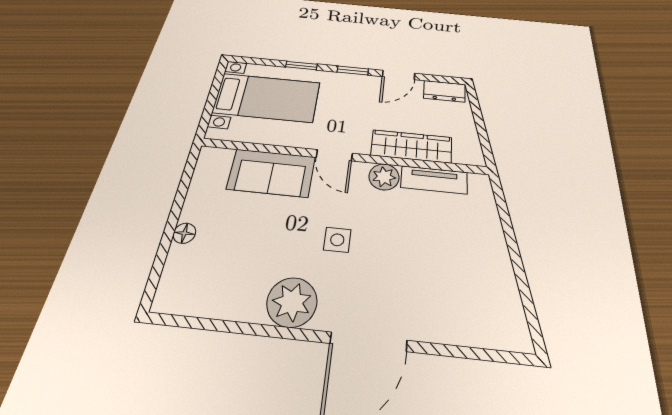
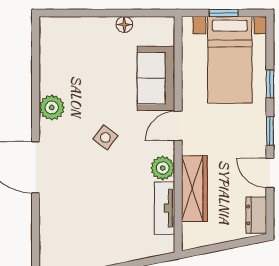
window: (212, 98) -> (224, 13), added
floor lamp: (184, 233) -> (124, 25), moved
side table: (337, 240) -> (105, 138), turned 38
plant: (292, 302) -> (52, 107), width x0.73, depth x0.73

